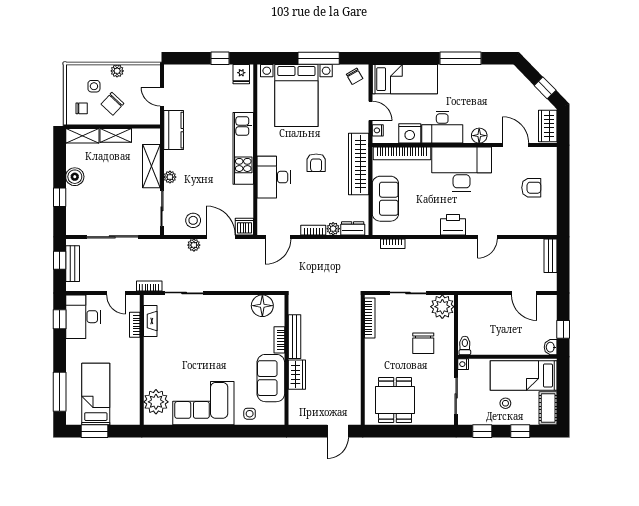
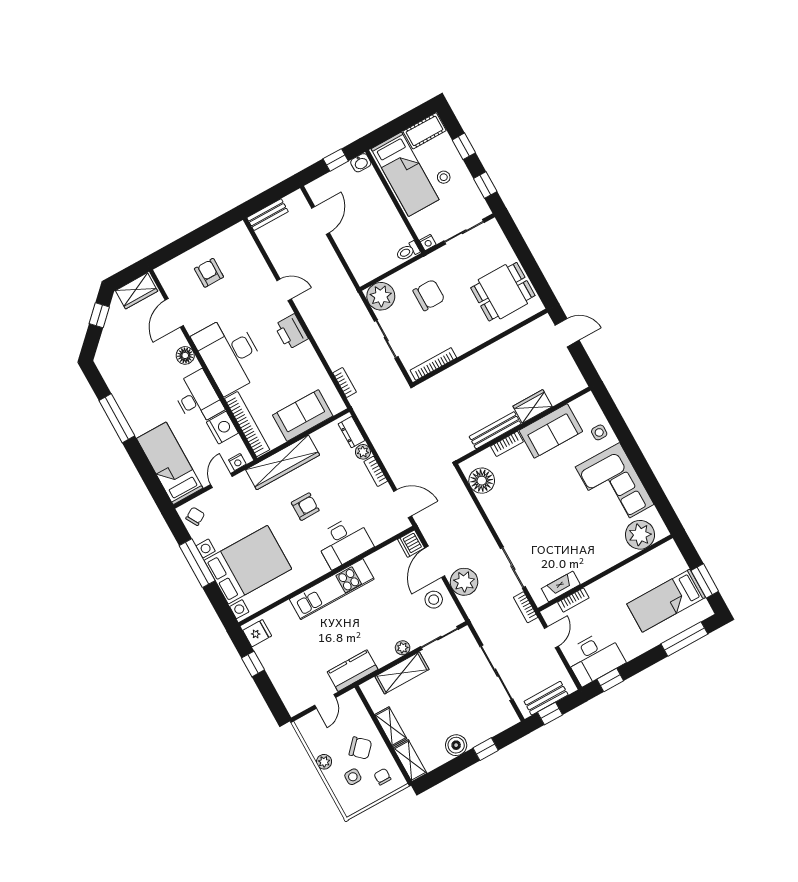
plant: (194, 245) -> (464, 582), width x1.87, depth x1.87

